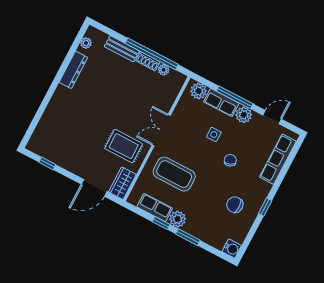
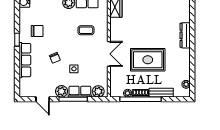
dresser: (73, 70) -> (185, 35), moved
door: (272, 117) -> (43, 99), hinge flipped
rug: (124, 146) -> (148, 60), moved, width x1.36, depth x1.43
row of seats: (278, 159) -> (25, 60), moved
coffee table: (174, 174) -> (86, 30), width x0.54, depth x0.58

